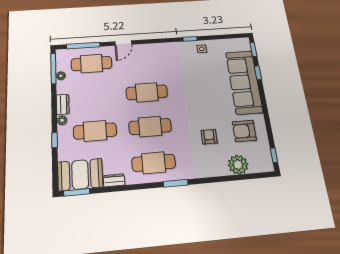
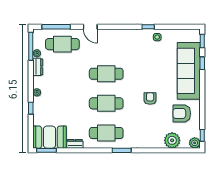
door: (123, 43) -> (90, 27), hinge flipped
dresser: (63, 104) -> (38, 67), moved
cafe table: (95, 131) -> (62, 103), removed
armchair: (209, 137) -> (150, 99), moved
plant: (267, 165) -> (195, 143), added

